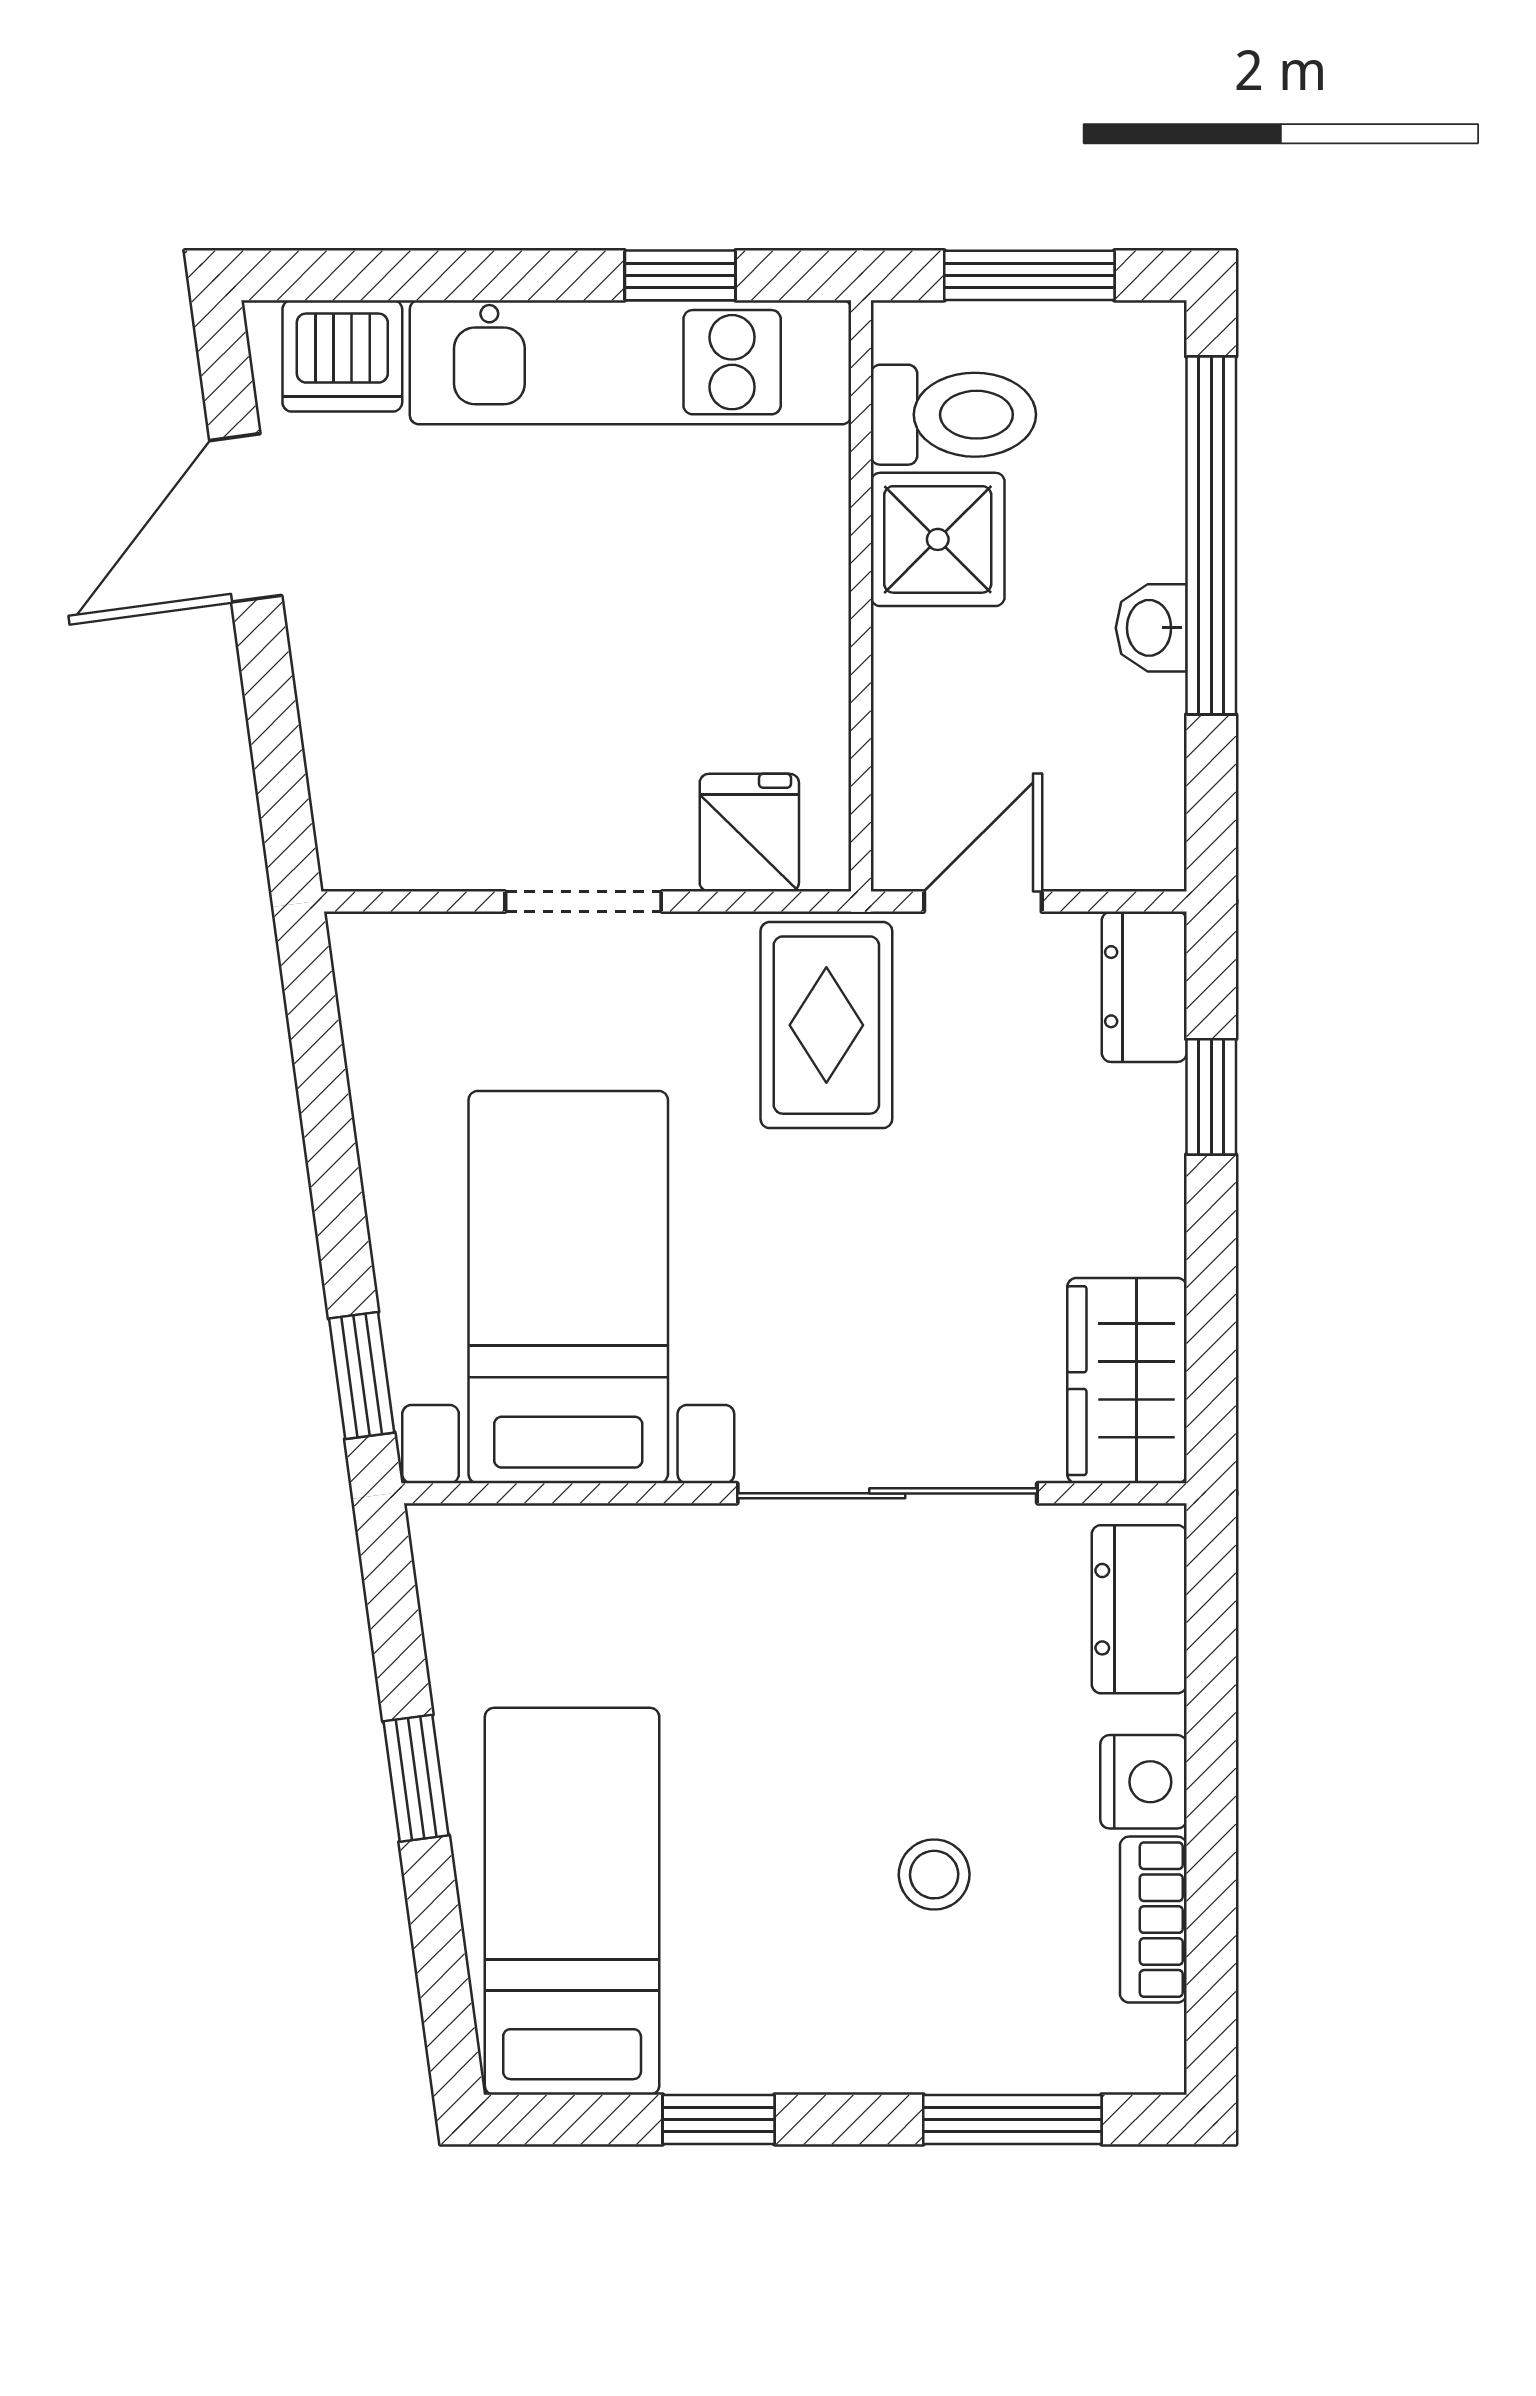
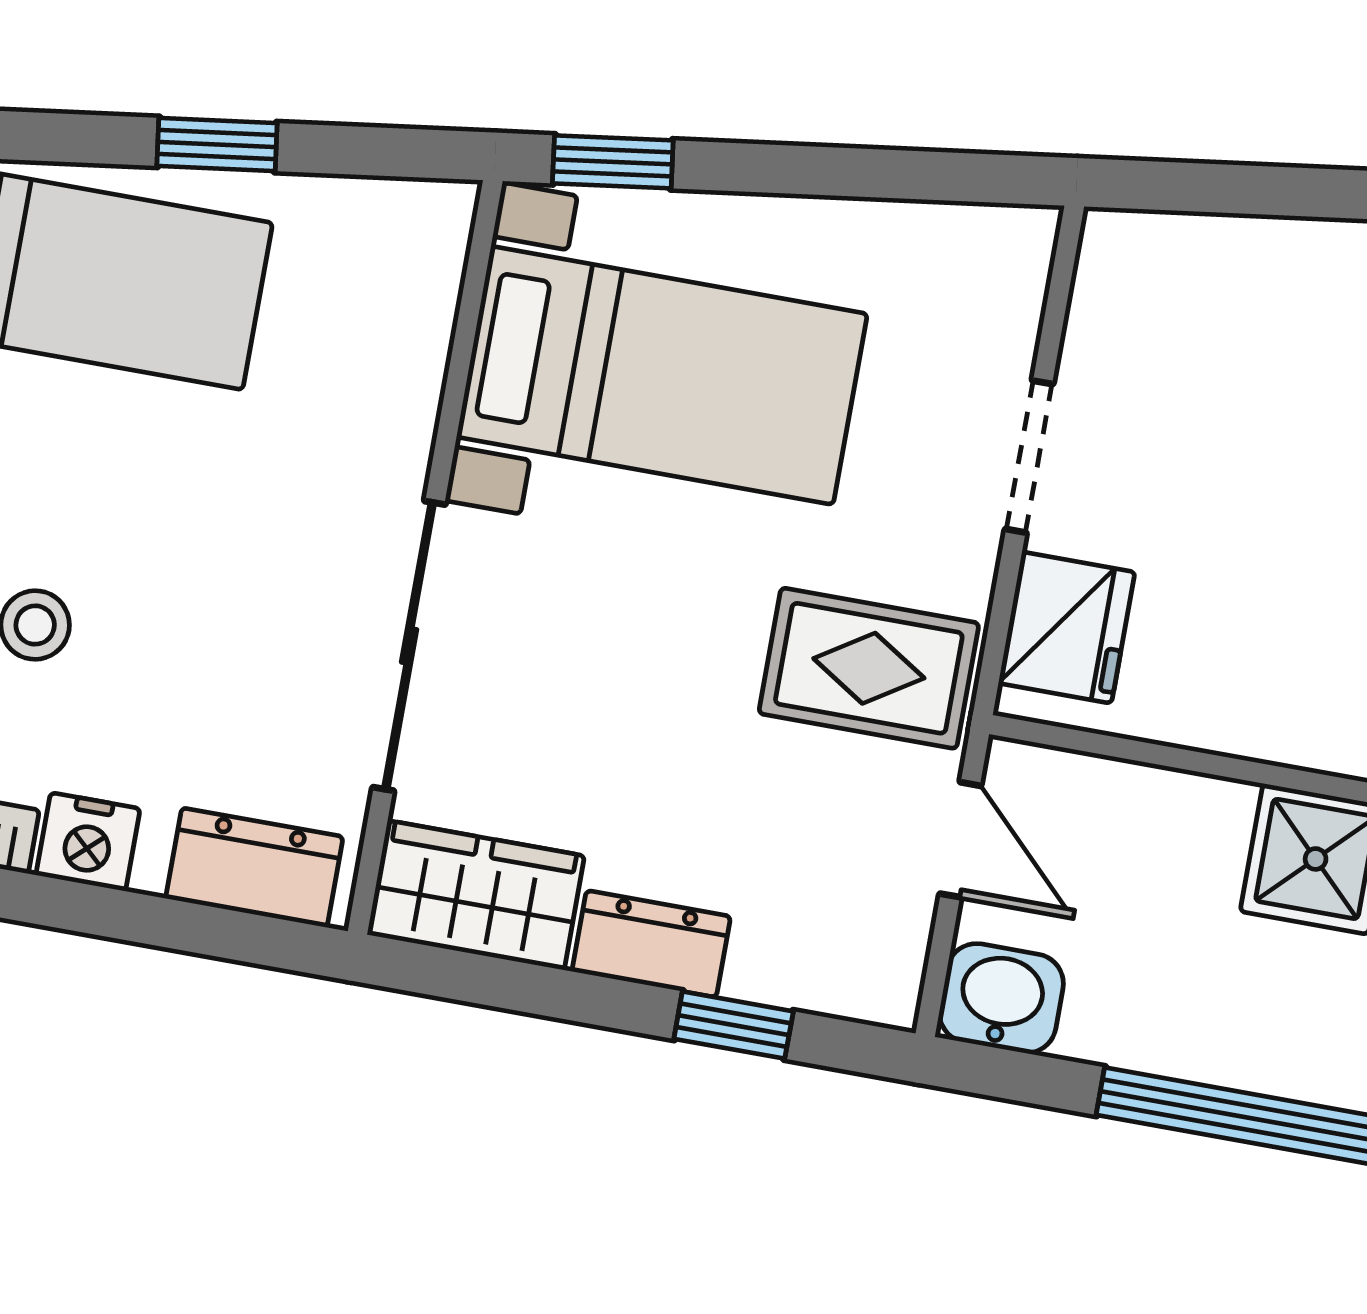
washbasin: (1151, 628) -> (1001, 998), moved, width x1.38, depth x1.45
fridge: (749, 833) -> (1067, 628), width x1.38
dresser: (1144, 987) -> (651, 944), moved

